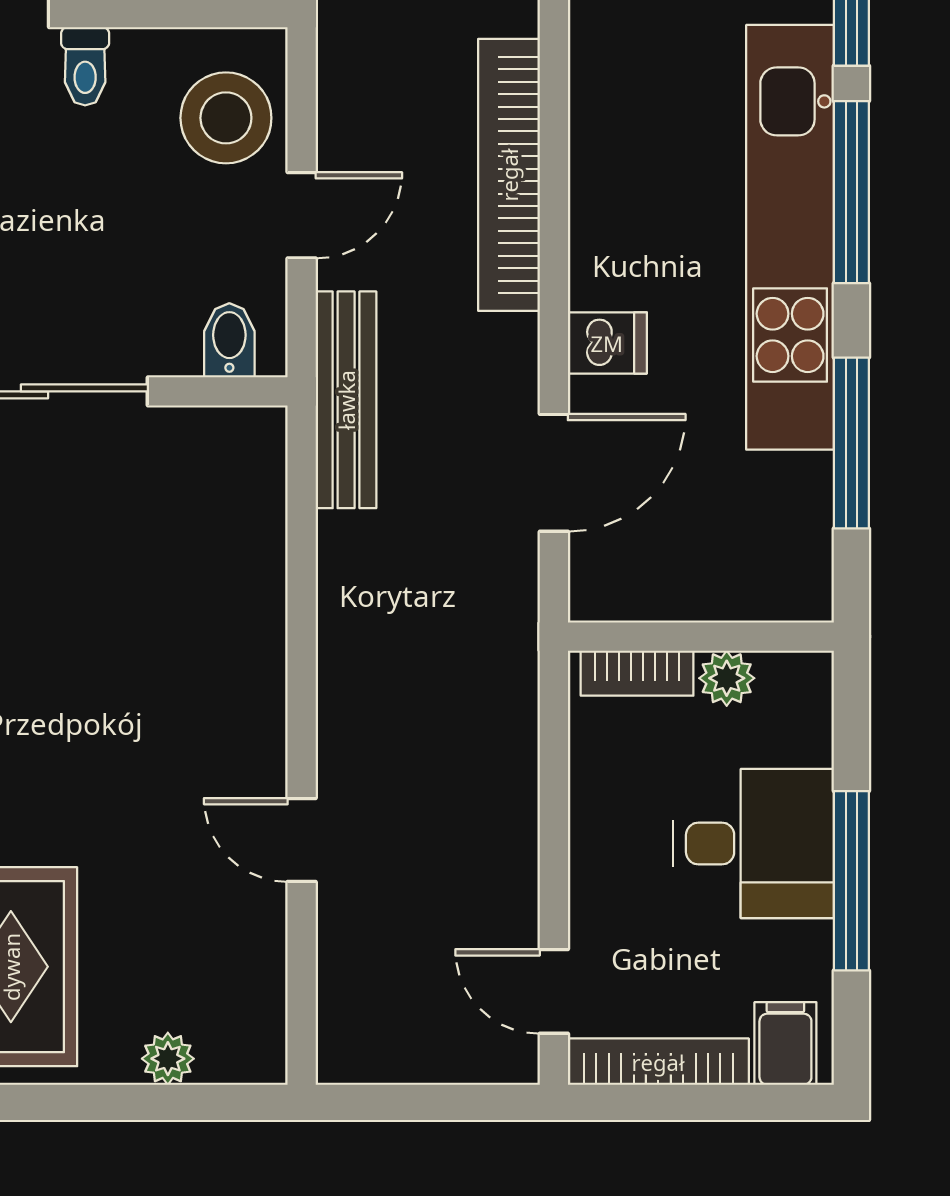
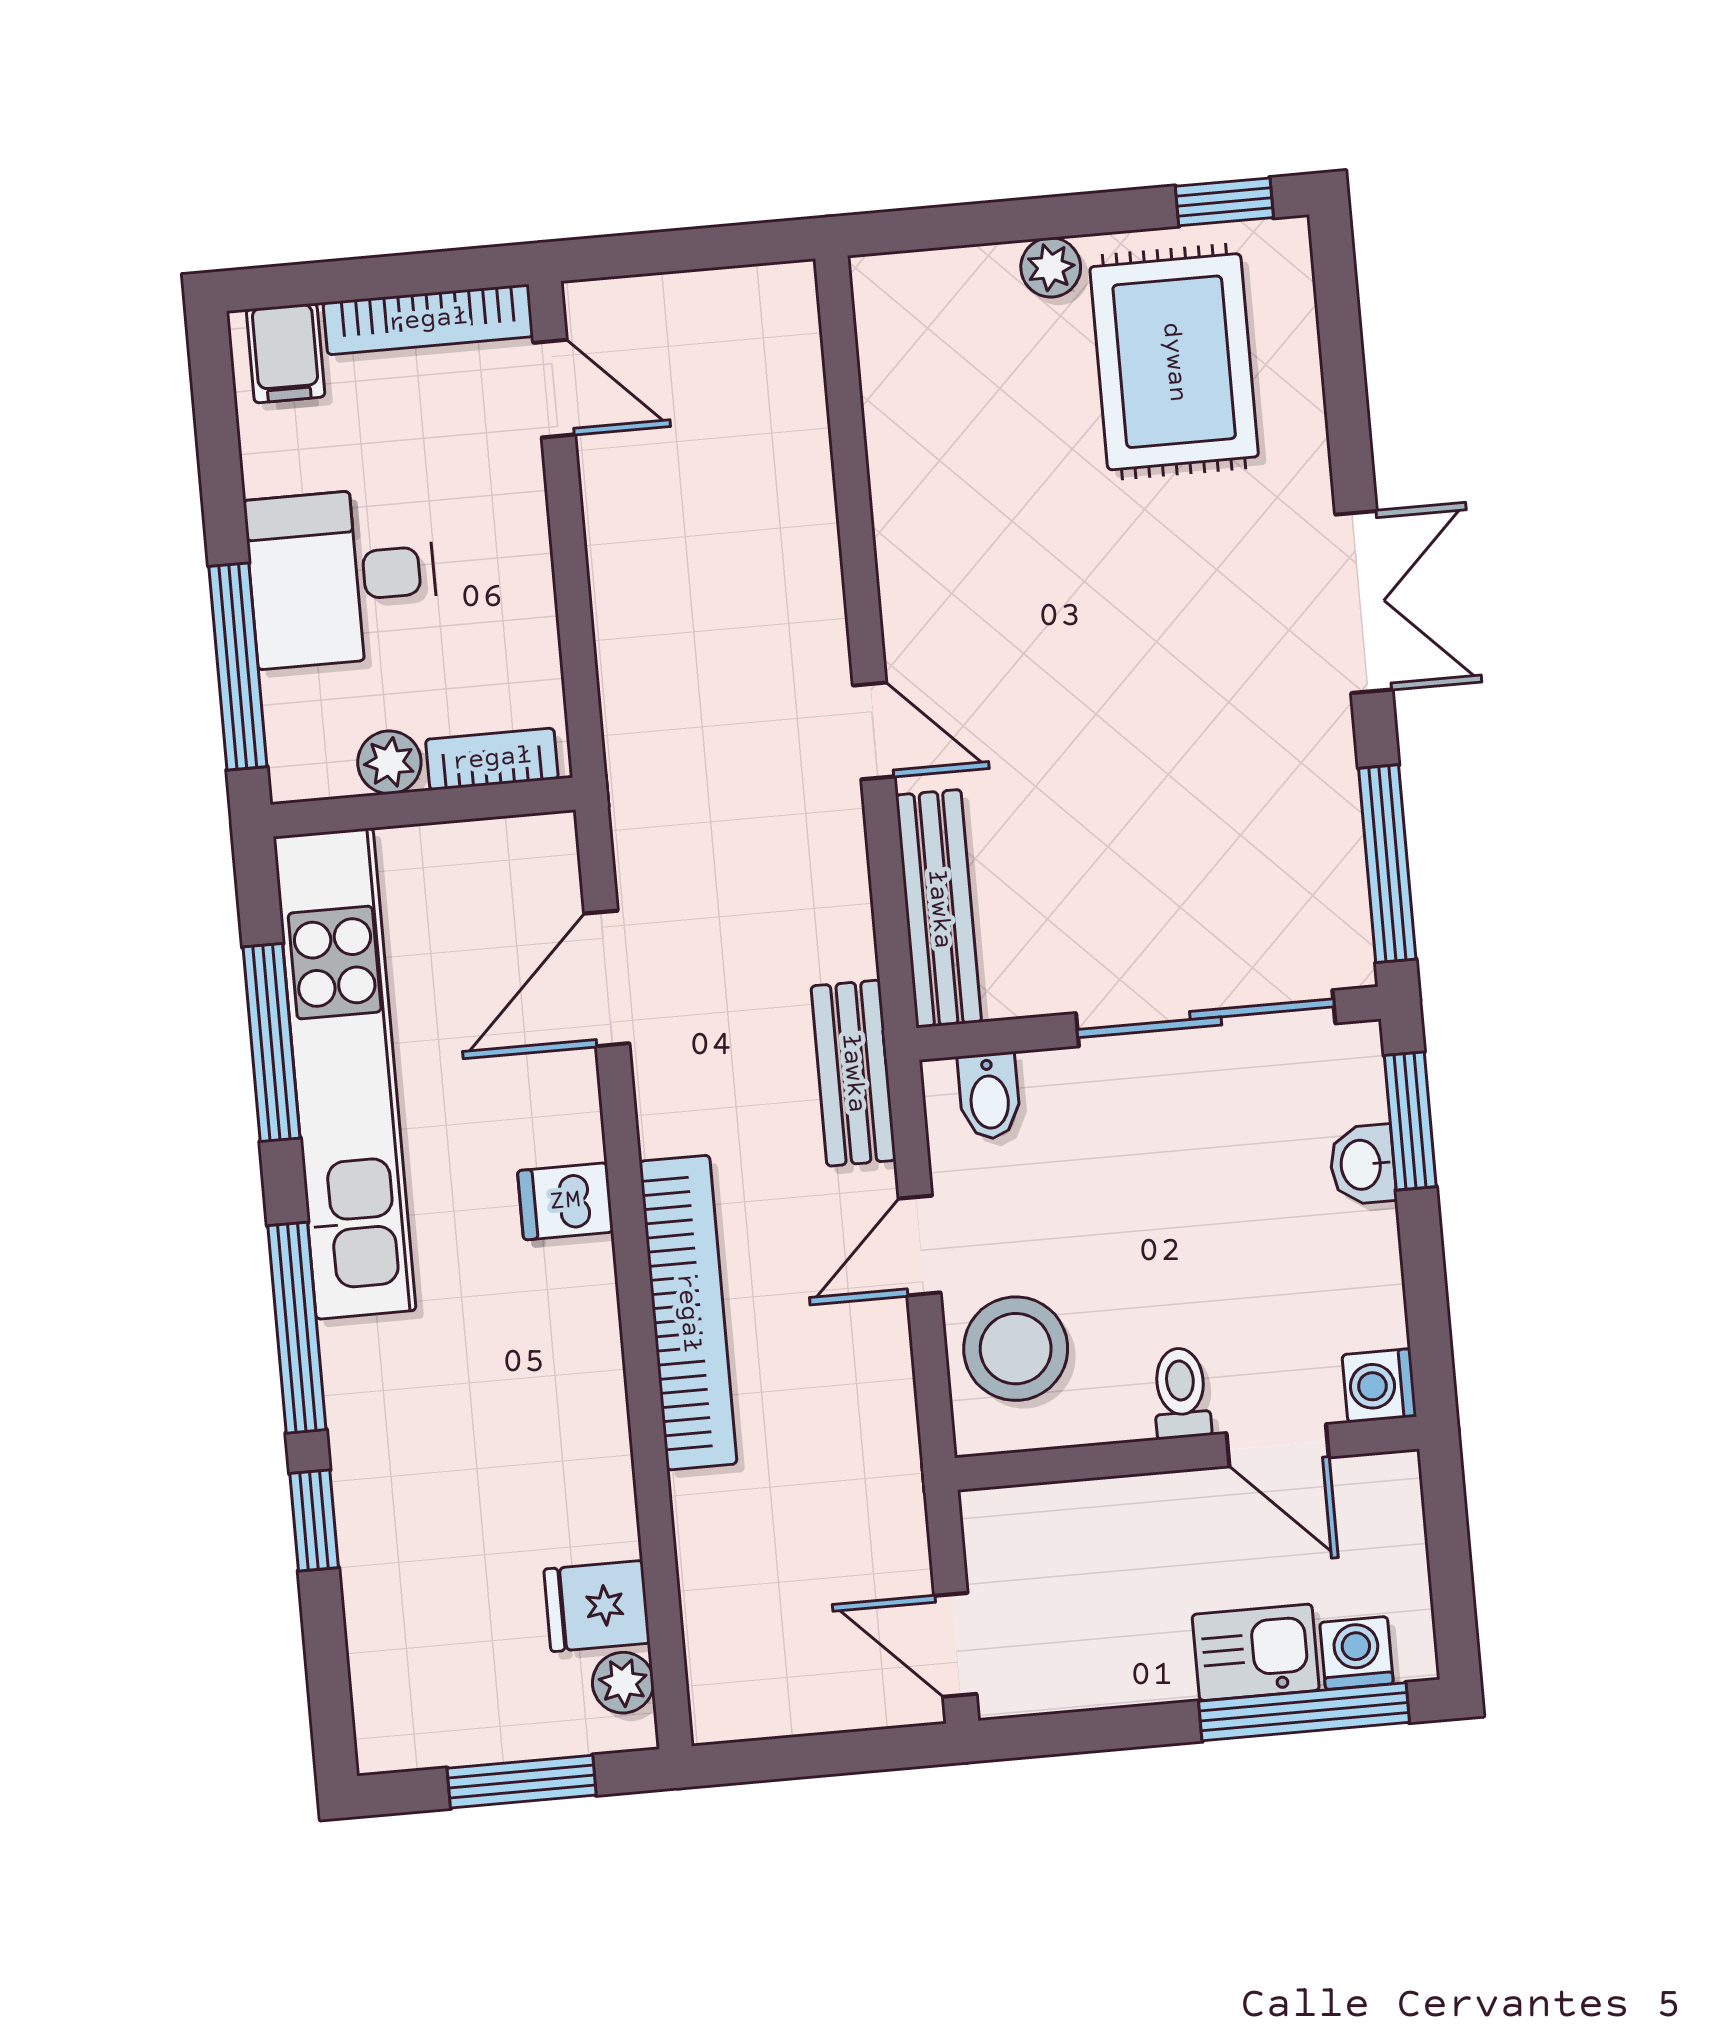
kitchen unit: (790, 237) -> (345, 1074), moved
dishwasher: (607, 343) -> (565, 1201), moved
bench: (346, 400) -> (853, 1073), width x0.73
bench: (259, 508) -> (939, 909), added
door: (302, 840) -> (874, 731), moved
window: (851, 881) -> (238, 667), moved
plant: (168, 1059) -> (1051, 267), moved

